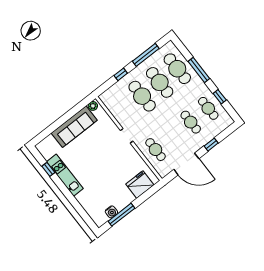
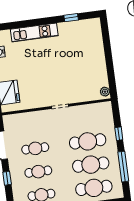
sofa: (74, 127) -> (96, 64), removed
cafe table: (155, 150) -> (35, 148), moved
kitchen unit: (65, 175) -> (34, 33), moved

